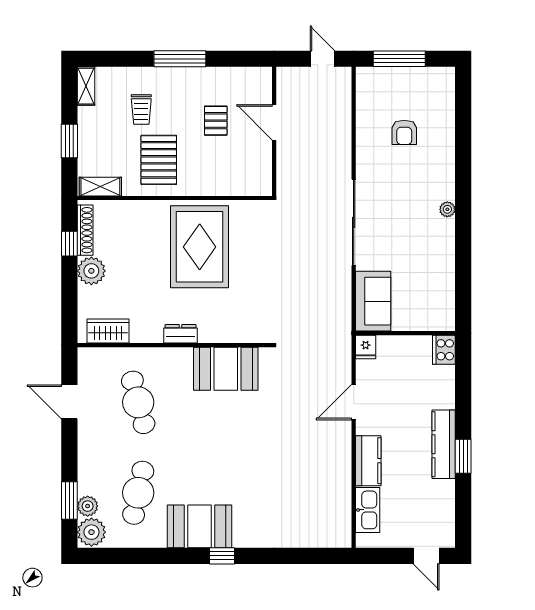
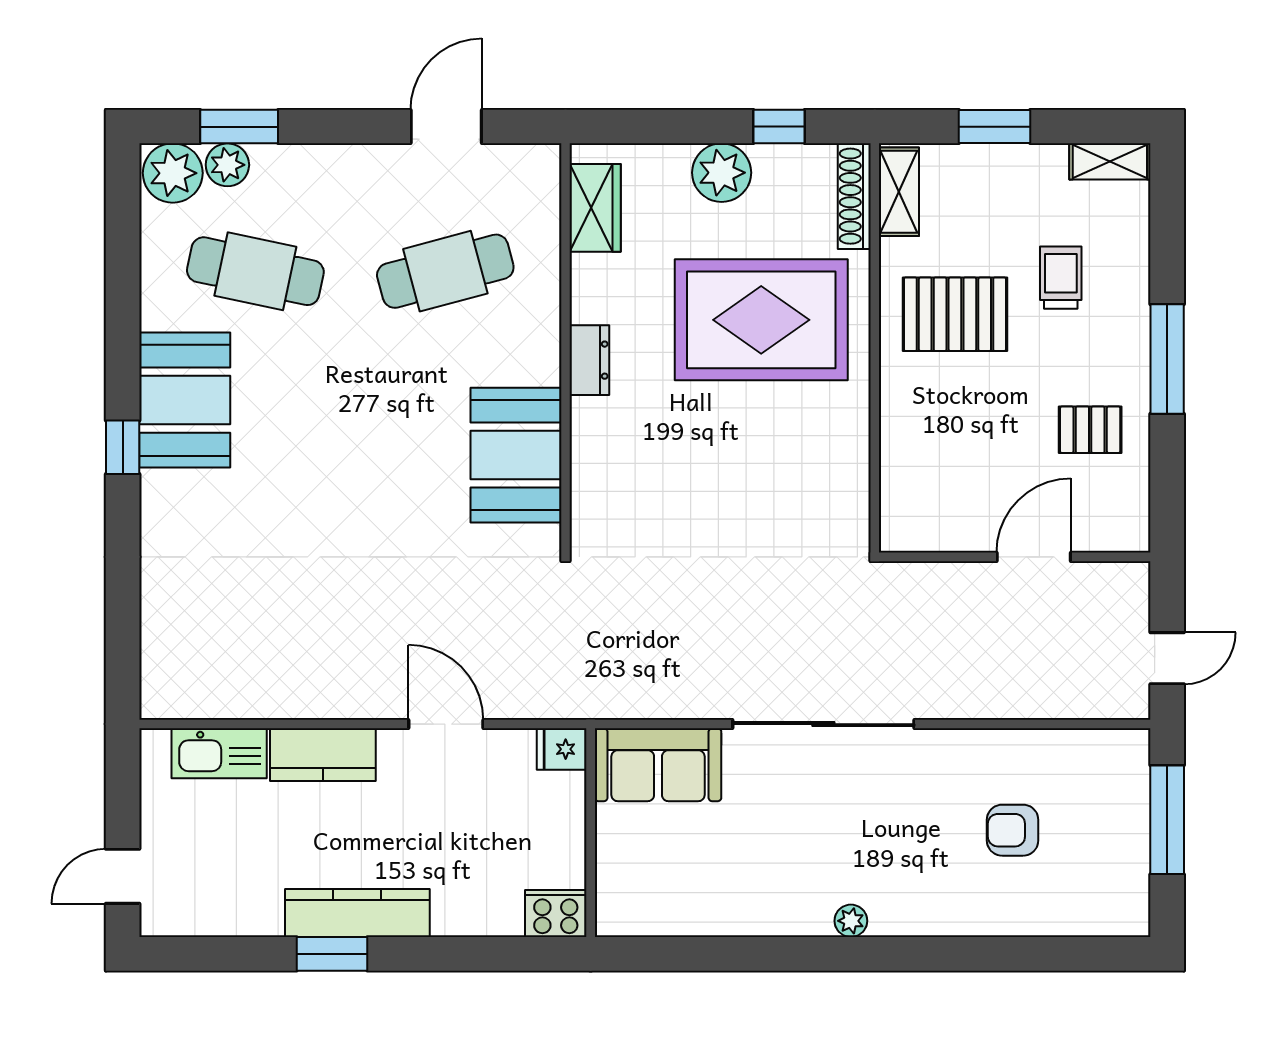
trolley: (141, 109) -> (1061, 278), turned 90
pallet: (216, 121) -> (1090, 430), moved
shoe rack: (85, 230) -> (854, 196), moved, turned 90
rug: (200, 247) -> (761, 320), moved

